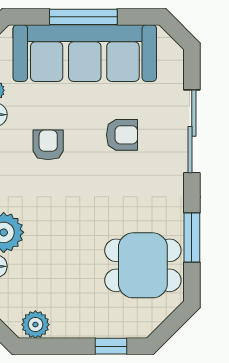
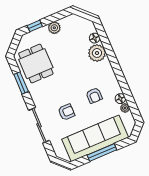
armchair: (122, 135) -> (66, 112), turned 180
dining table: (143, 265) -> (36, 64), turned 90
plant: (35, 325) -> (54, 28), moved

